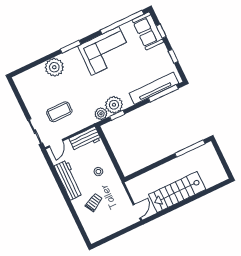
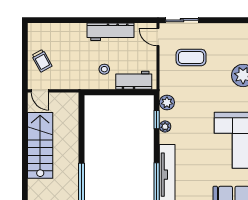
plant: (114, 105) -> (165, 127), width x0.53, depth x0.53
coffee table: (59, 112) -> (191, 57), turned 90
workbench: (85, 139) -> (134, 80), moved, turned 90
trolley: (94, 202) -> (42, 61), moved

